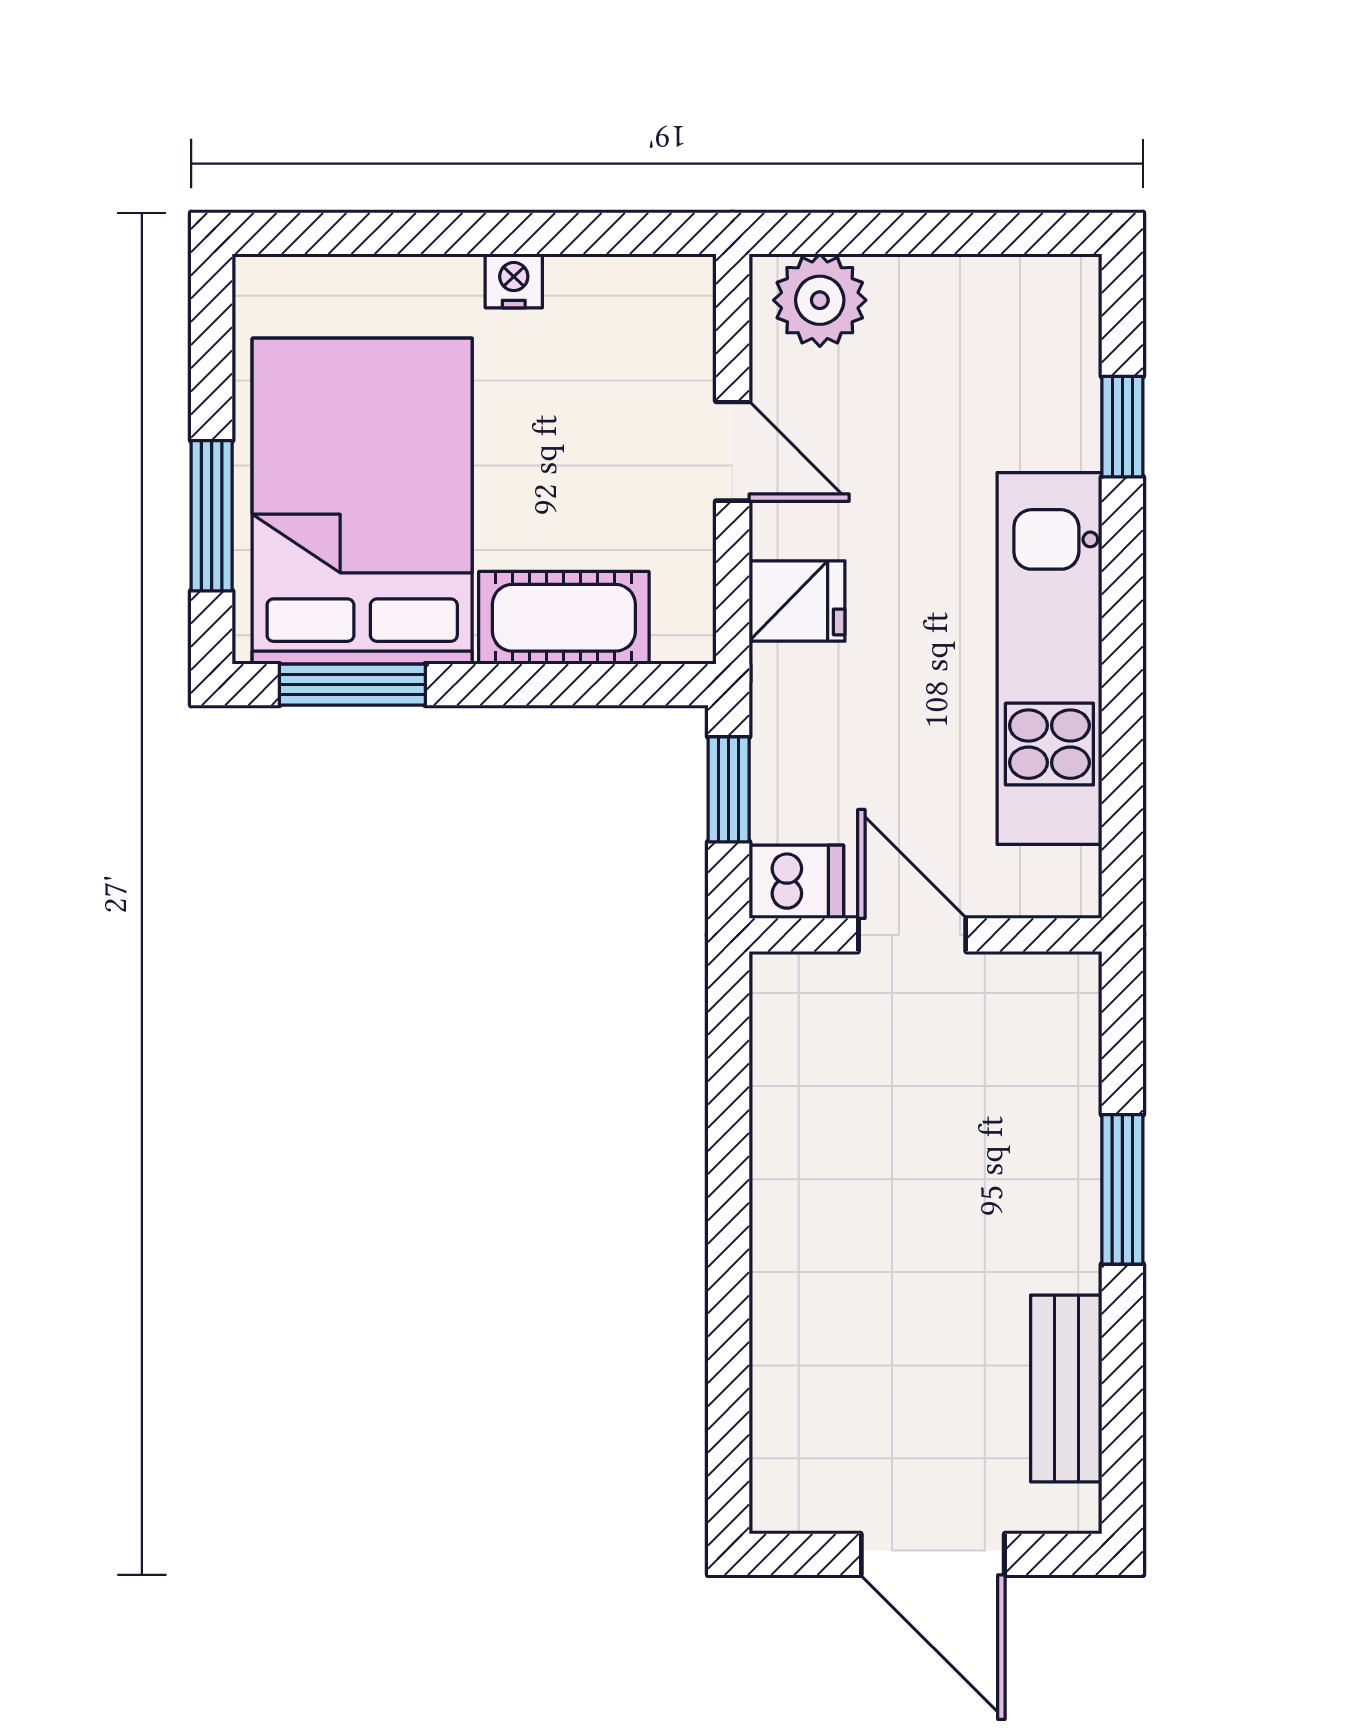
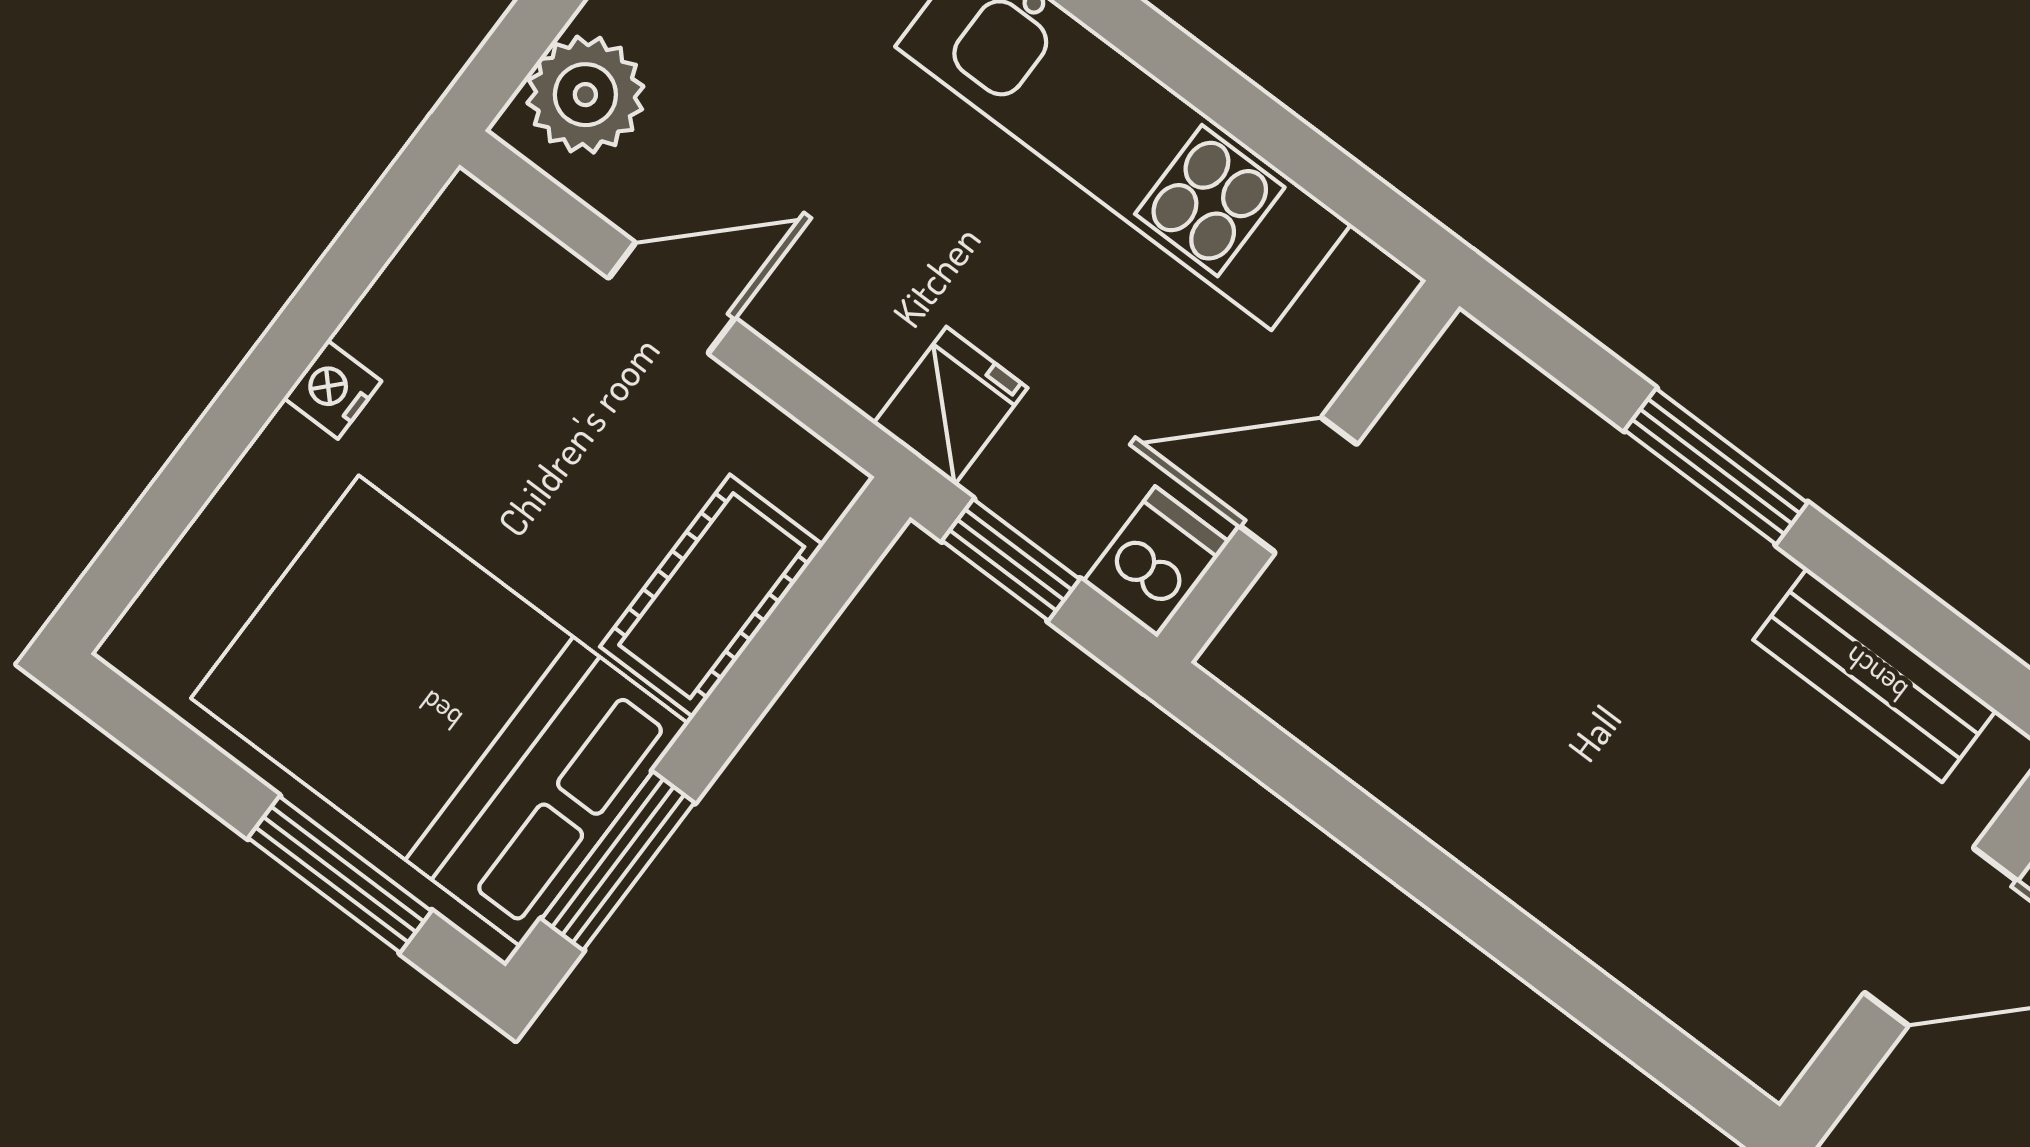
fridge: (797, 601) -> (950, 406), moved

